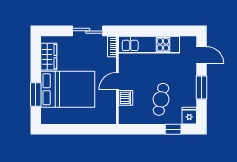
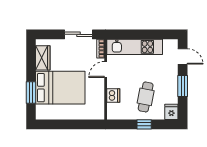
door: (117, 81) -> (106, 69), moved
window: (173, 129) -> (144, 124), moved

